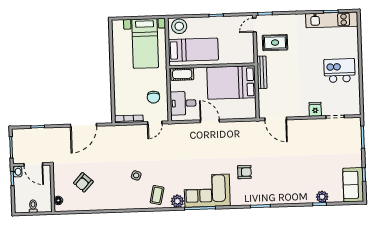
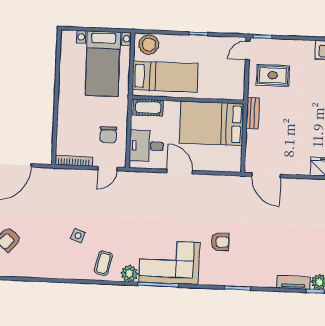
bench: (262, 72) -> (253, 113), width x0.73
tv unit: (303, 199) -> (293, 282), added

